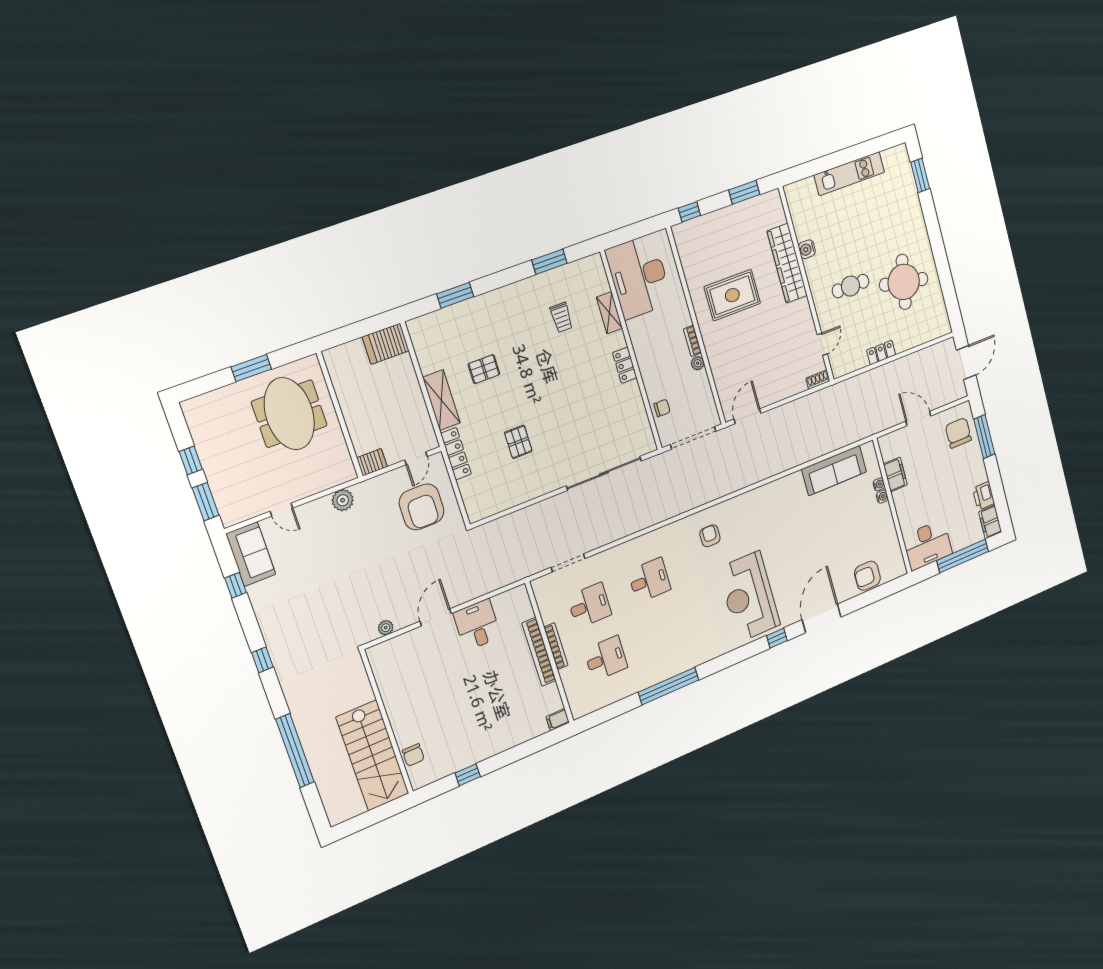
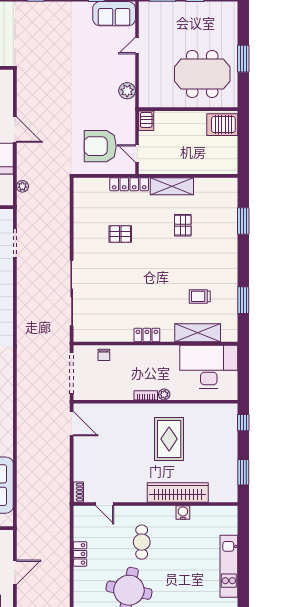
shelving: (609, 313) -> (198, 333), width x1.50, depth x1.33
server rack: (386, 344) -> (222, 125), moved, turned -90
plant: (698, 363) -> (164, 394), moved
plant: (386, 628) -> (22, 186), moved

